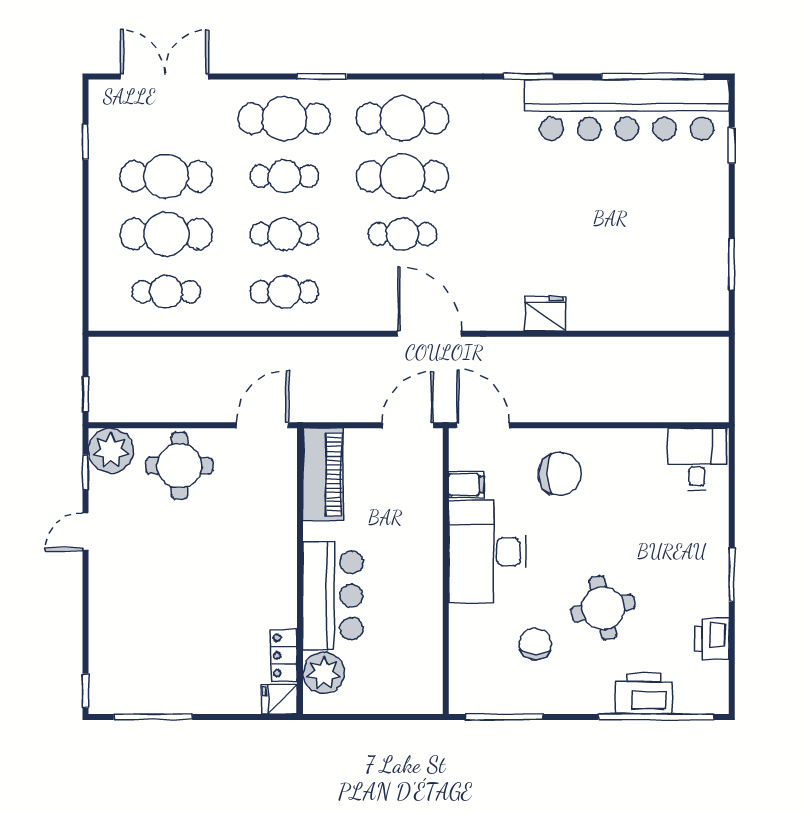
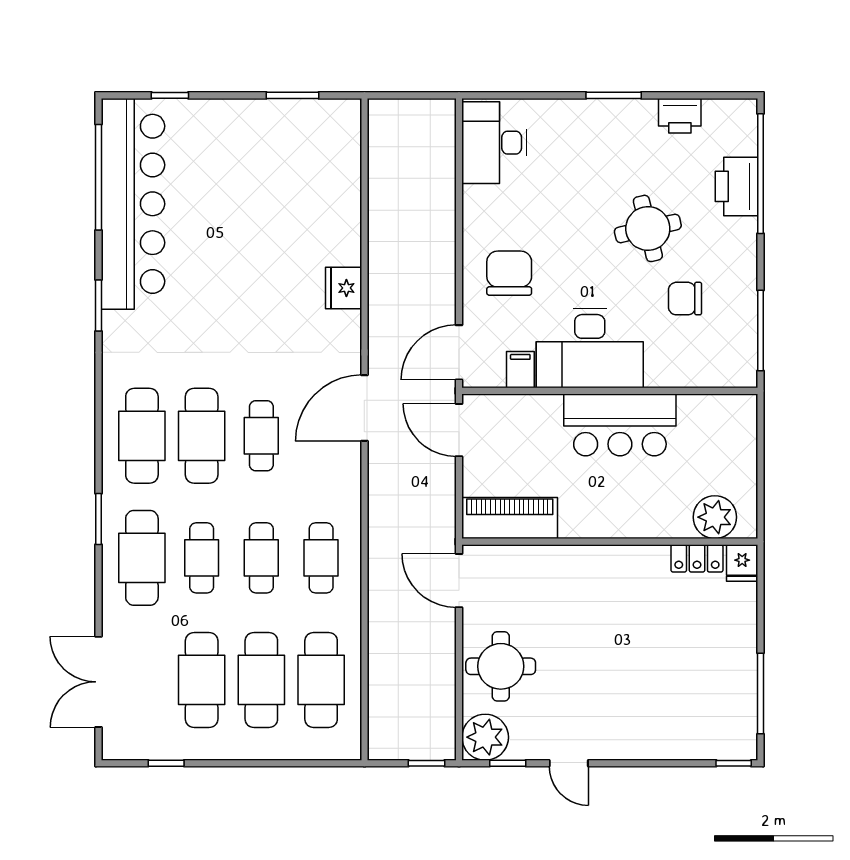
cafe table: (166, 292) -> (321, 680), width x1.37, depth x1.35
desk: (697, 459) -> (494, 143), width x1.37
bar counter: (333, 596) -> (620, 425), moved, turned 180

